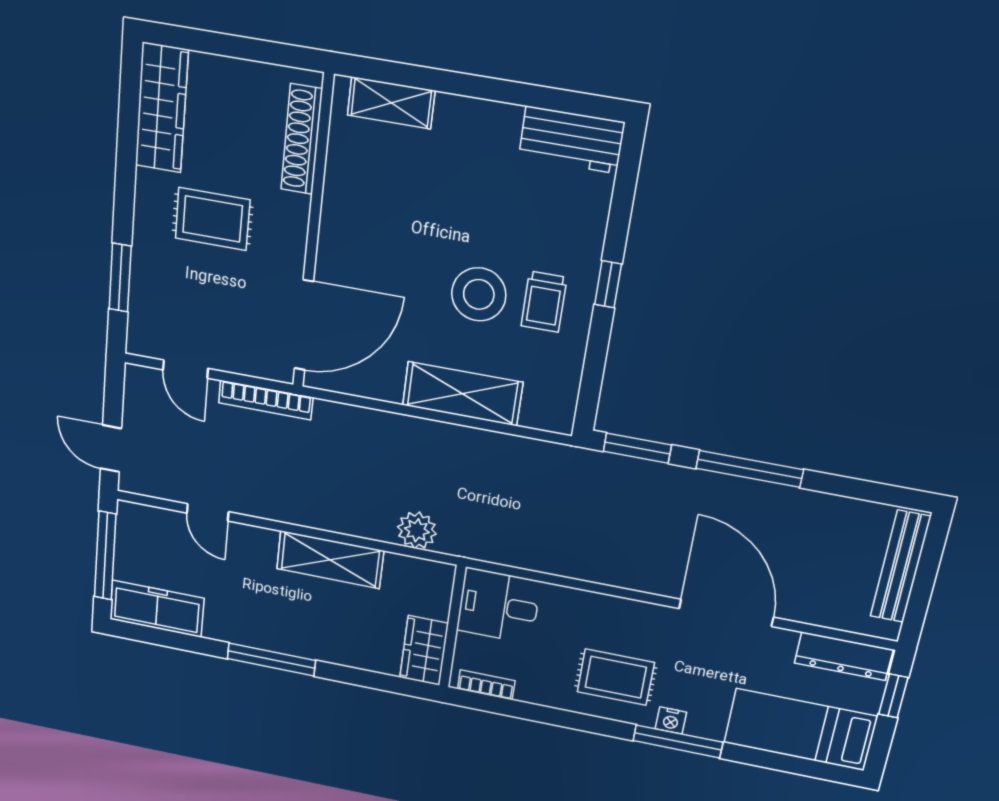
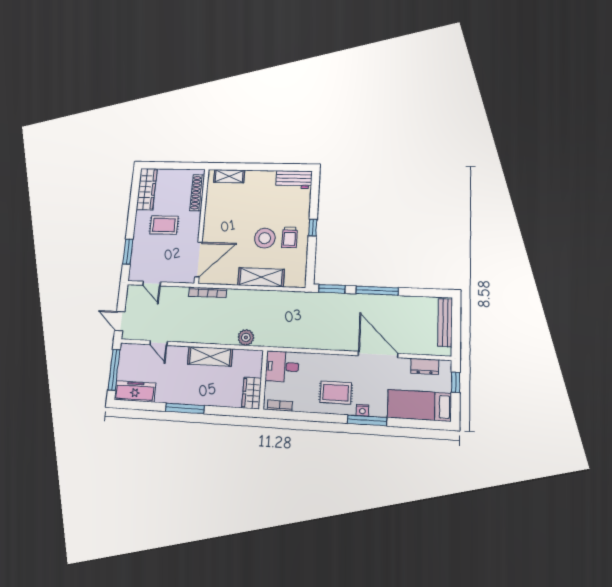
bookcase: (266, 400) -> (208, 292), moved
dresser: (844, 656) -> (425, 366), width x0.70

